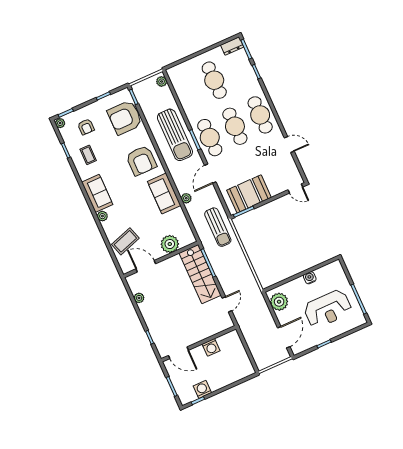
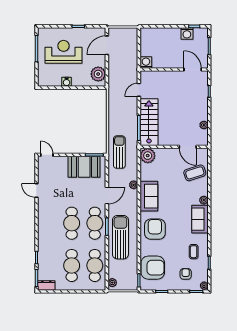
cafe table: (260, 115) -> (95, 265), moved
plant: (170, 244) -> (148, 156), moved
washing machine: (211, 347) -> (146, 63), moved

